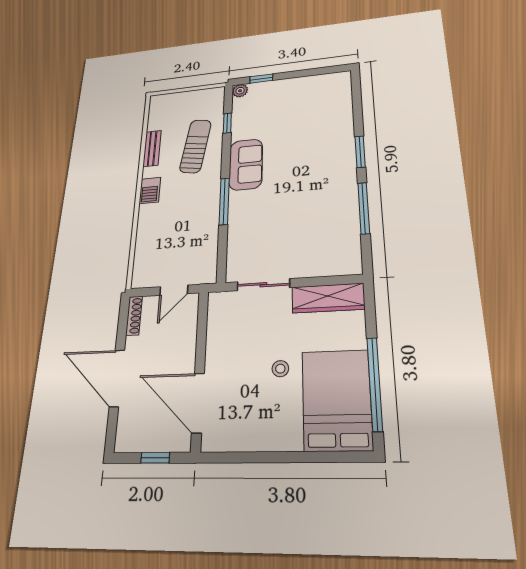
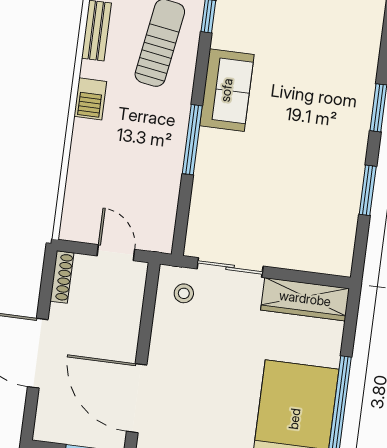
window: (364, 208) -> (368, 190), width x0.69
door: (174, 290) -> (116, 253), swing flipped
stool: (280, 369) -> (184, 293), moved

